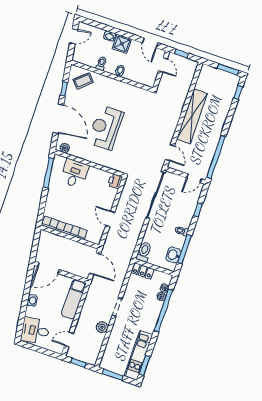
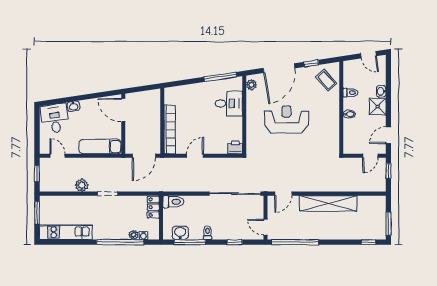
bookcase: (64, 228) -> (170, 130), moved
washbasin: (32, 300) -> (74, 106), moved
window: (145, 366) -> (57, 242), removed

